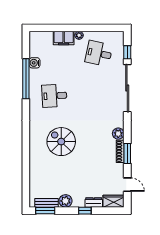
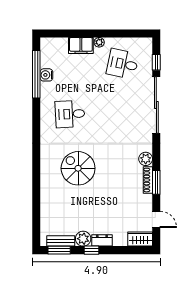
window: (26, 79) -> (36, 74), moved
dresser: (94, 202) -> (102, 240), moved
window: (85, 211) -> (91, 250), moved

